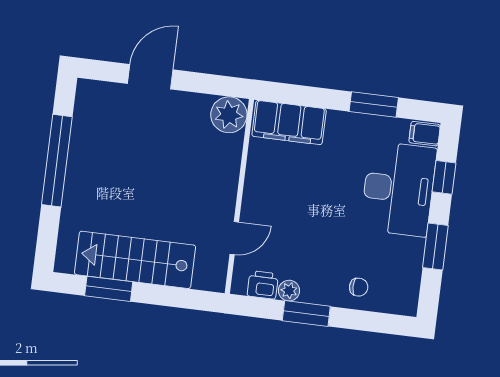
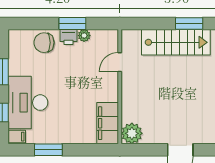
filing cabinet: (289, 123) -> (108, 123), moved, turned -90
printer: (263, 285) -> (69, 37), moved
chair: (359, 287) -> (44, 43), width x1.87, depth x1.87

